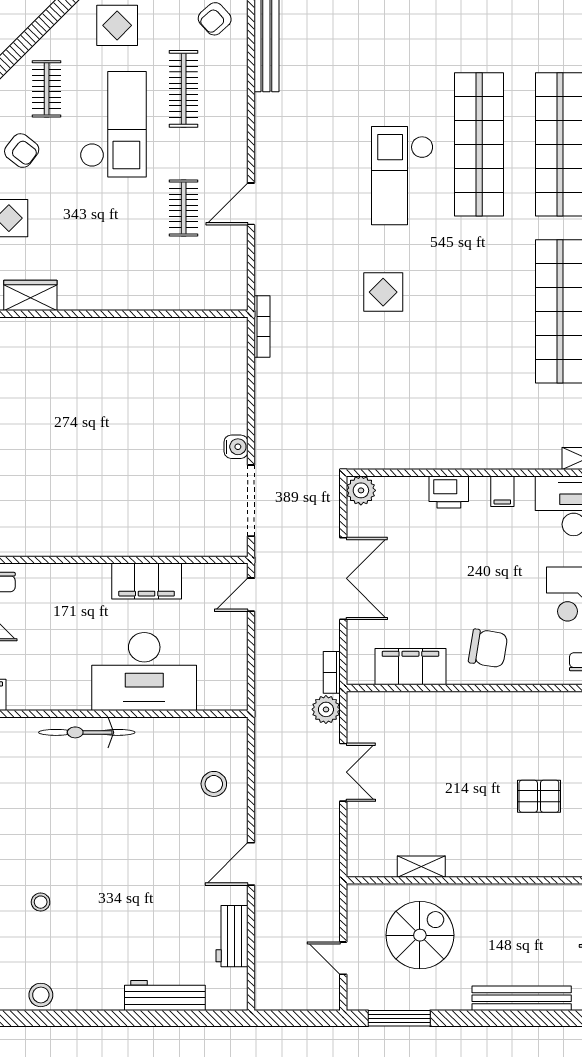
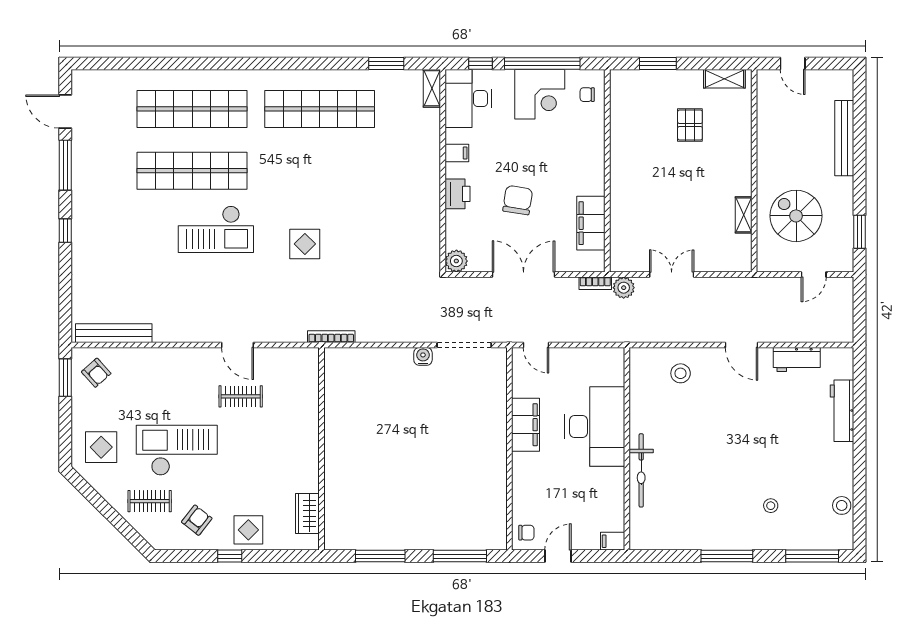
clothes rail: (184, 89) -> (150, 396), removed
chair: (488, 648) -> (518, 200), moved
window: (399, 1018) -> (859, 232), width x0.69

